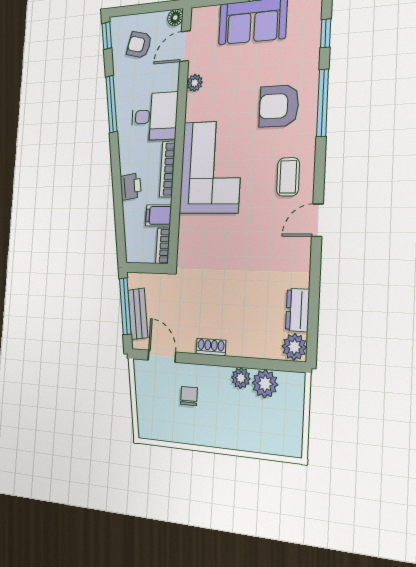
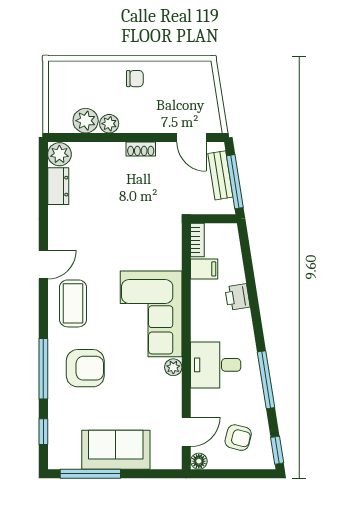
plant: (195, 83) -> (173, 367), moved
bookcase: (167, 169) -> (197, 313), removed
coffee table: (288, 177) -> (73, 303), width x1.36, depth x1.30
chair: (189, 396) -> (135, 79), moved, turned -90

